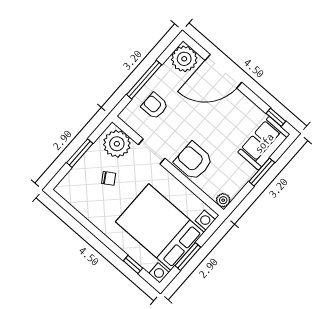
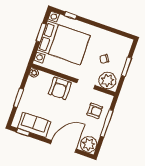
sofa: (264, 143) -> (34, 125), moved, turned -90
armchair: (194, 161) -> (60, 88), turned 90

